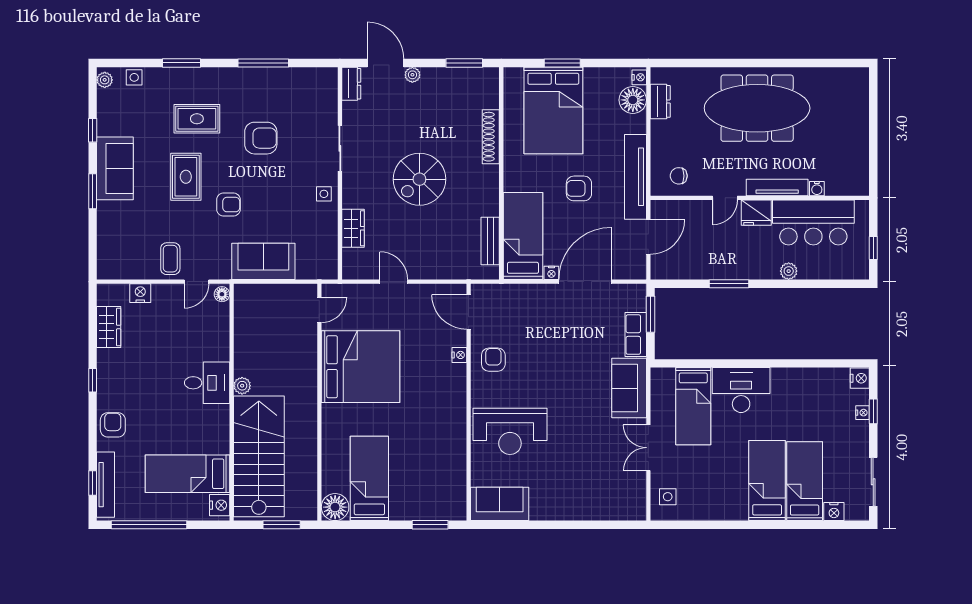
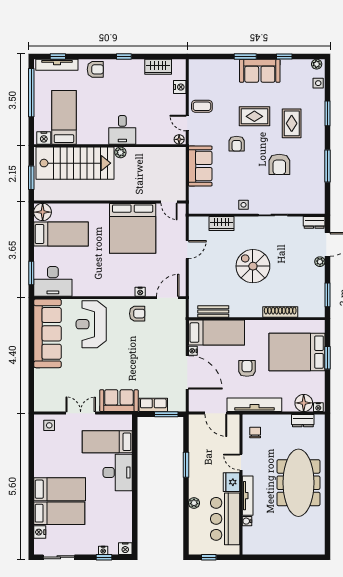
desk: (443, 491) -> (53, 281), added
sofa: (500, 504) -> (47, 333), width x1.85, depth x1.27

